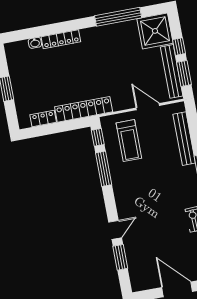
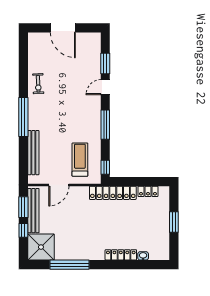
door: (148, 107) -> (59, 185), hinge flipped
window: (104, 169) -> (105, 125), moved

